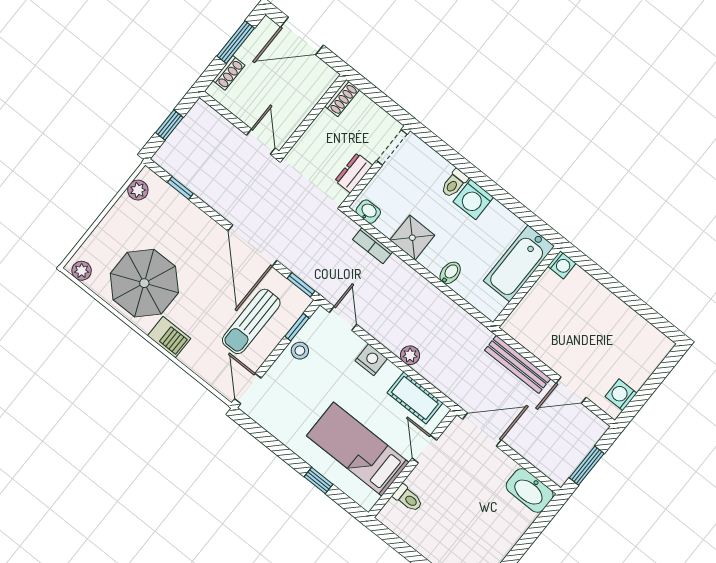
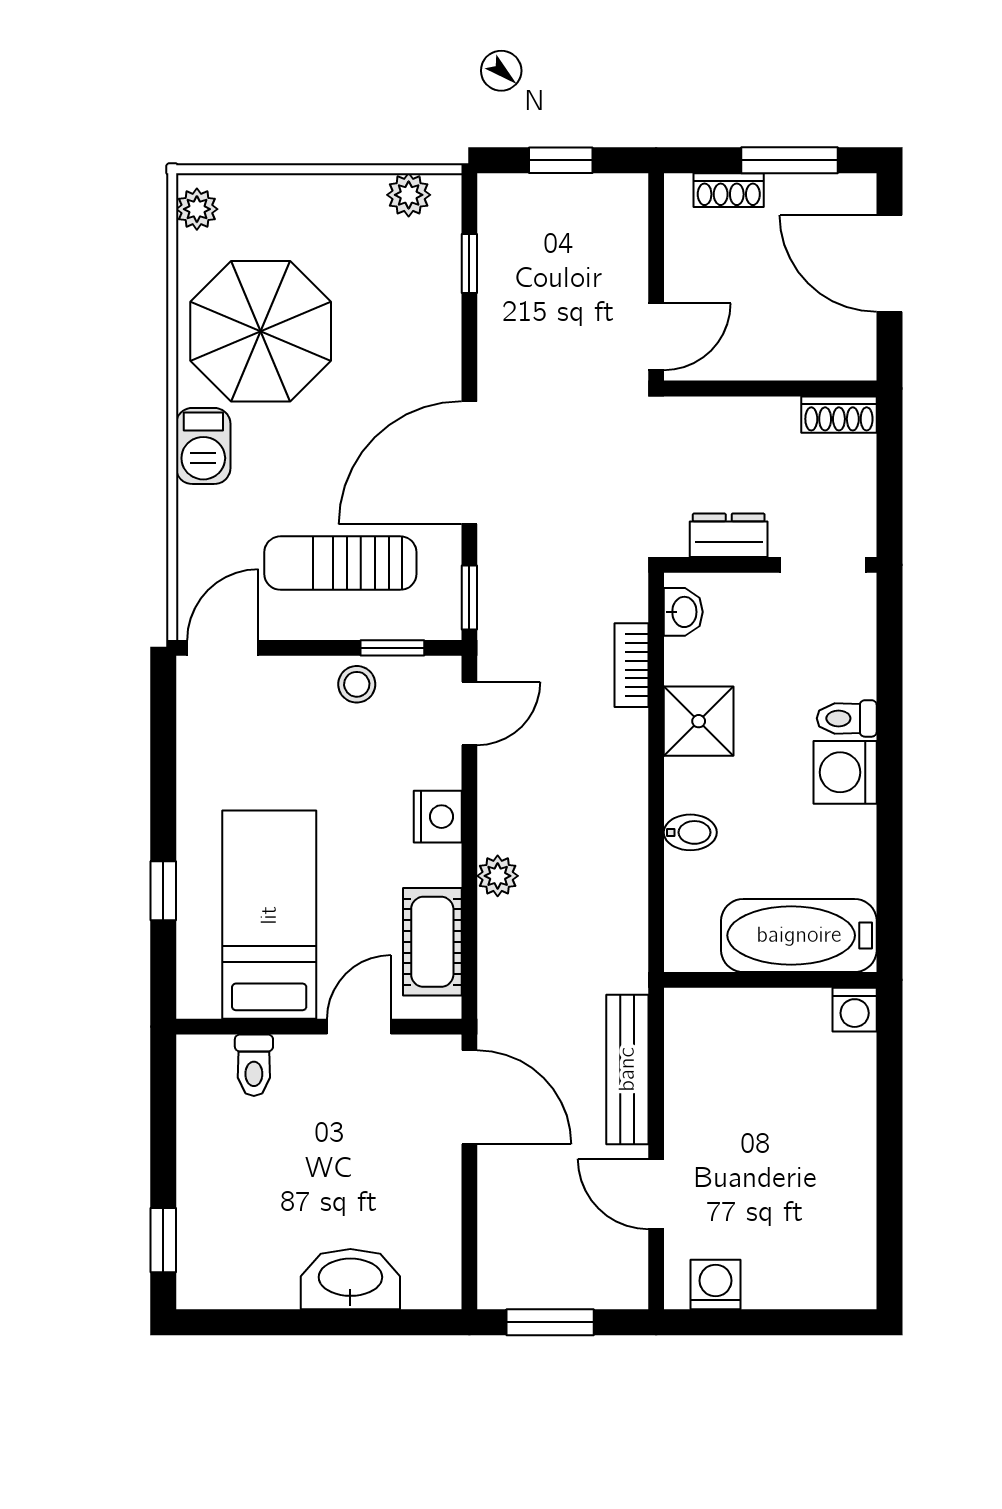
washbasin: (530, 490) -> (350, 1279), moved, turned 90

